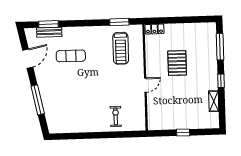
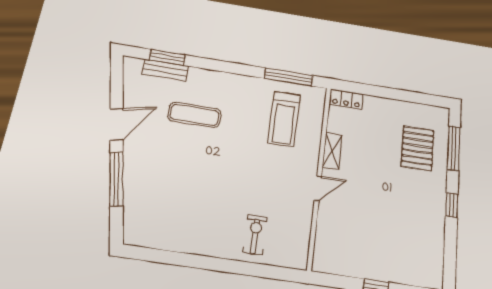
window: (119, 22) -> (289, 77), width x1.44
door: (28, 59) -> (117, 124), moved
pallet: (177, 63) -> (417, 148), moved
shelving: (214, 101) -> (332, 151), moved

